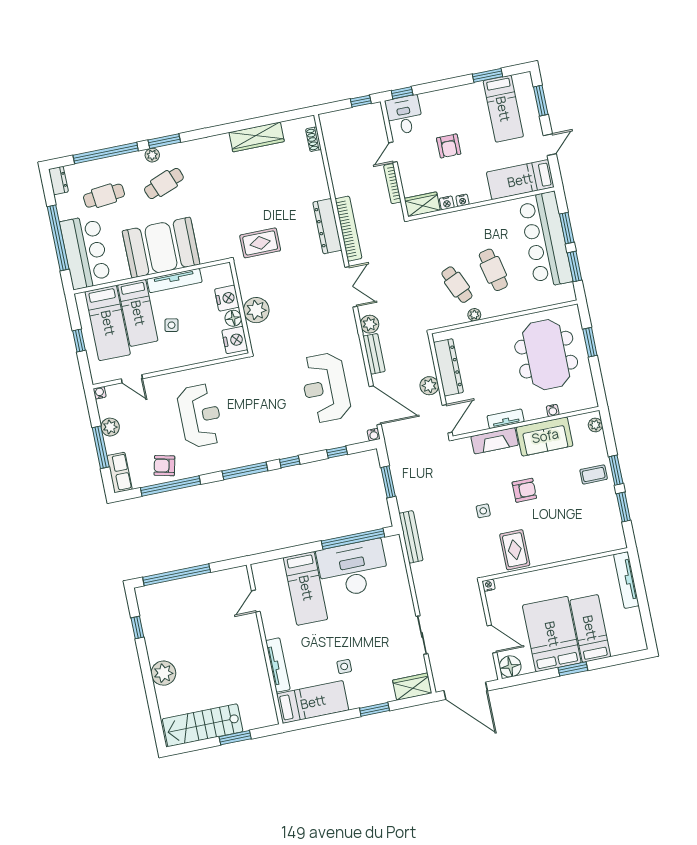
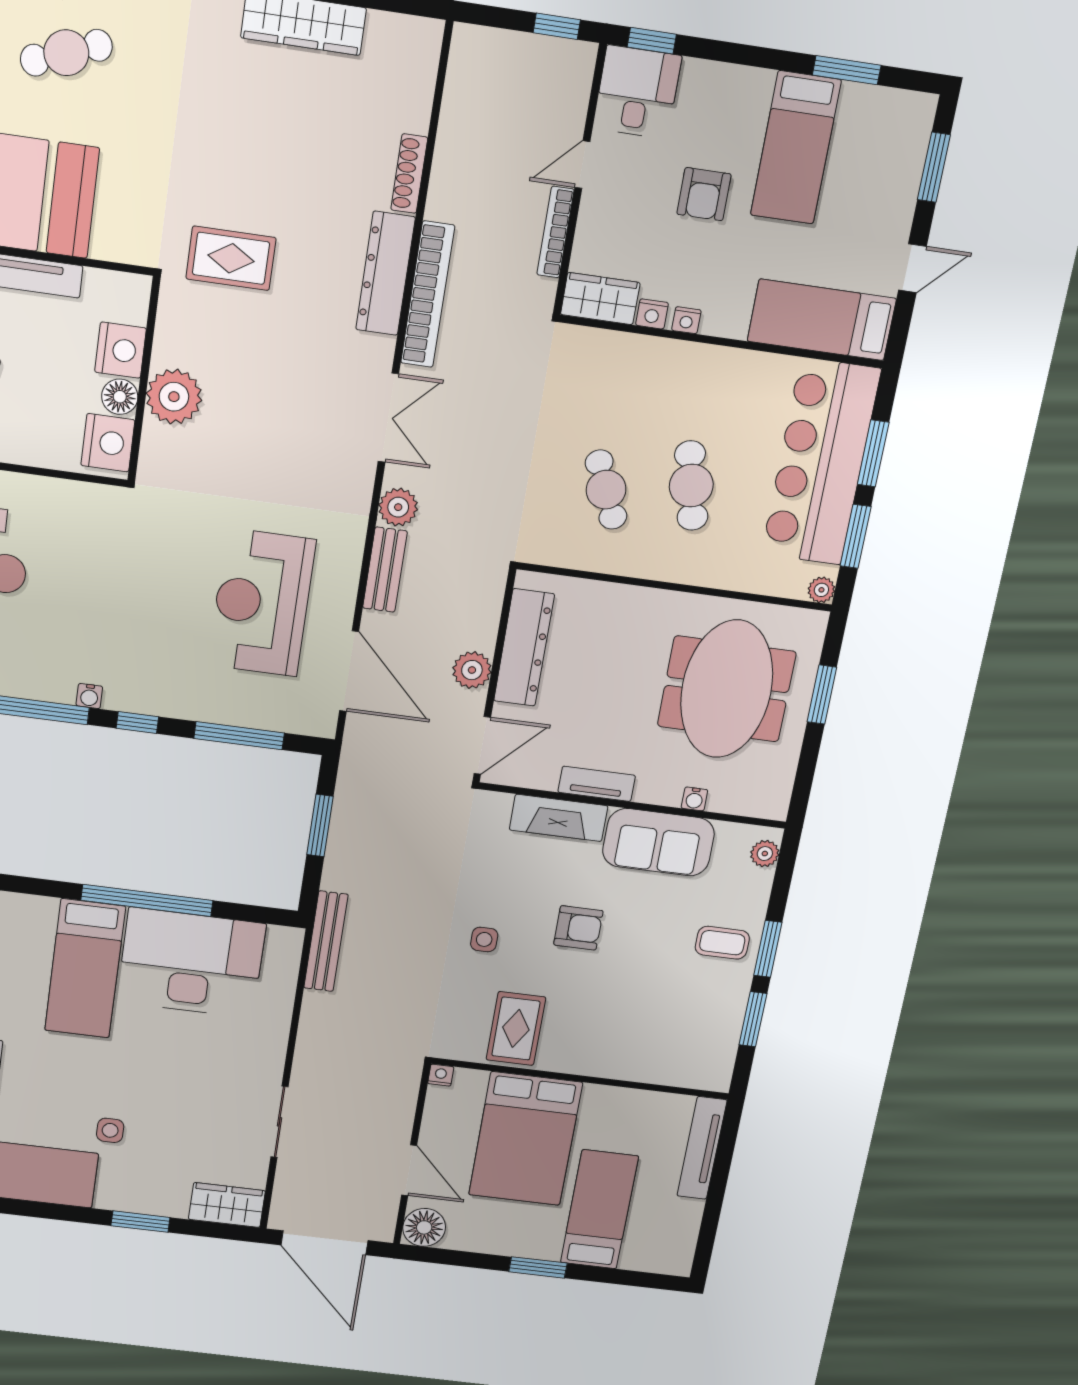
bed: (503, 109) -> (796, 148), moved
shoe rack: (313, 139) -> (409, 174), moved, width x1.43
plant: (474, 315) -> (821, 590), moved
water cooler: (374, 435) -> (89, 696), moved
window: (337, 452) -> (239, 736), width x2.17
window: (353, 539) -> (147, 900), moved
bed: (552, 634) -> (525, 1139), moved, turned 180

